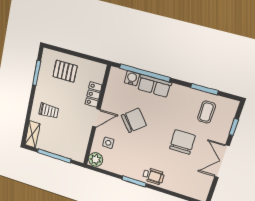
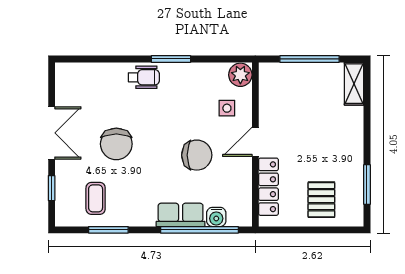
pallet: (65, 71) -> (321, 200), turned 90
locker: (93, 95) -> (268, 187), width x1.53
trolley: (49, 111) -> (334, 130), removed
chair: (134, 120) -> (197, 155), turned -141
wheelchair: (153, 176) -> (144, 77), turned 180

